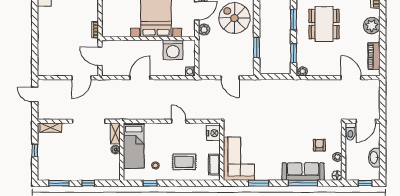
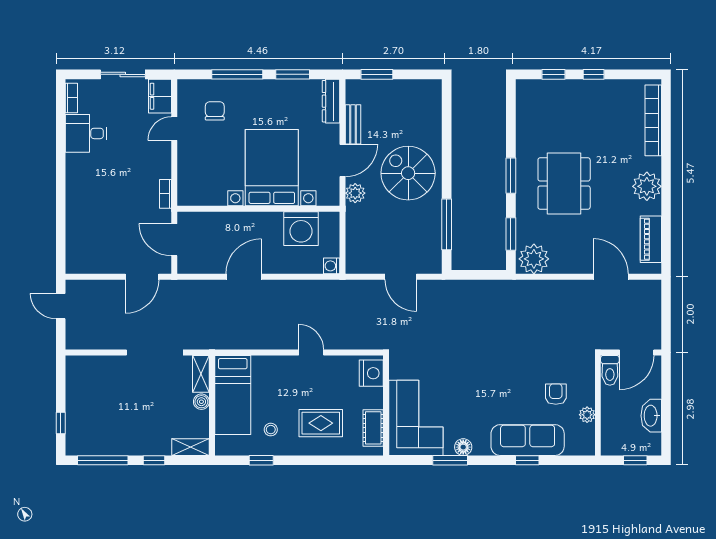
window: (257, 48) -> (447, 224), width x1.44
plant: (303, 71) -> (534, 259), width x1.88, depth x1.88
shelving: (51, 128) -> (191, 447), moved
window: (35, 151) -> (61, 423), moved
floor lamp: (337, 176) -> (463, 447), moved
window: (59, 183) -> (103, 460), width x1.44
window: (303, 183) -> (527, 460), width x0.46

